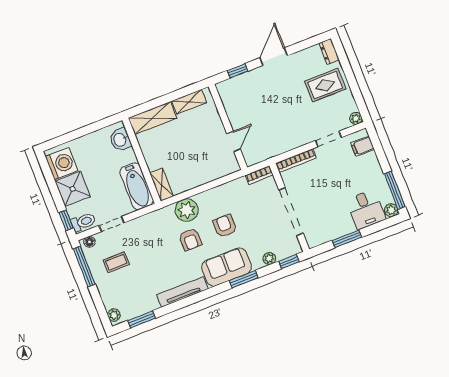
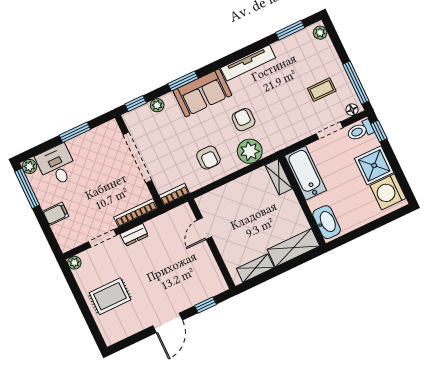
dresser: (329, 52) -> (134, 235), moved, turned 90
washbasin: (120, 140) -> (327, 222), width x1.38
filing cabinet: (363, 146) -> (56, 214), moved
armchair: (225, 226) -> (208, 158), moved

